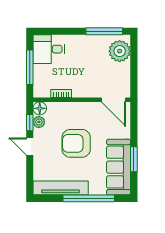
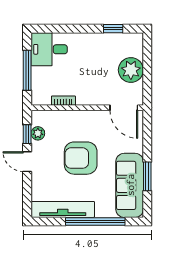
window: (104, 31) -> (113, 29), width x0.46
plant: (120, 51) -> (131, 70), moved
floor lamp: (40, 108) -> (39, 118), removed

